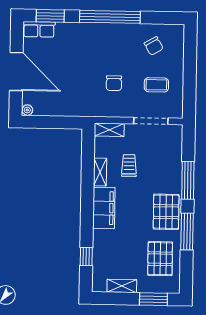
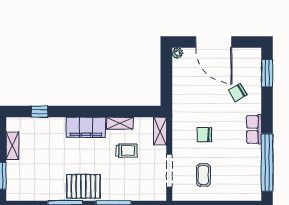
window: (110, 17) -> (267, 162), moved
row of seats: (39, 29) -> (254, 129), moved
chair: (154, 46) -> (238, 93), moved
door: (16, 72) -> (214, 42), hinge flipped
pallet: (160, 259) -> (39, 181), removed

